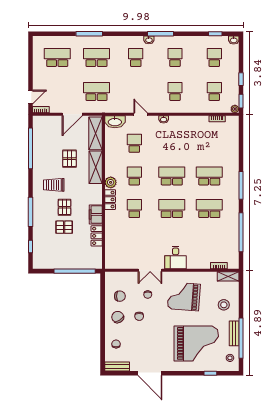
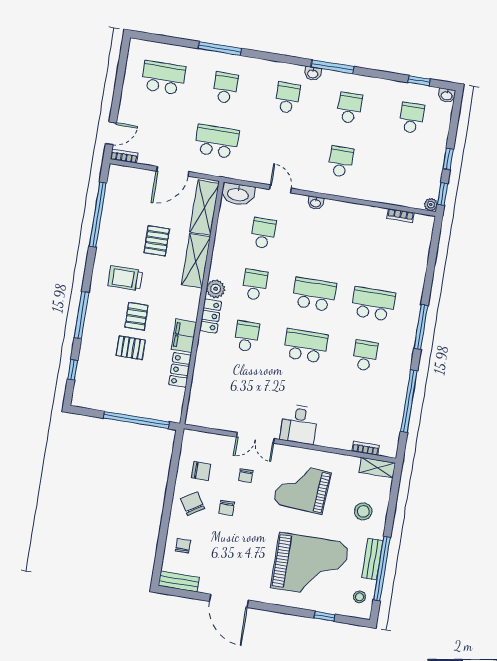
school desk: (96, 57) -> (225, 88), width x0.54
school desk: (214, 91) -> (403, 172), removed
school desk: (209, 209) -> (365, 356), width x0.54

